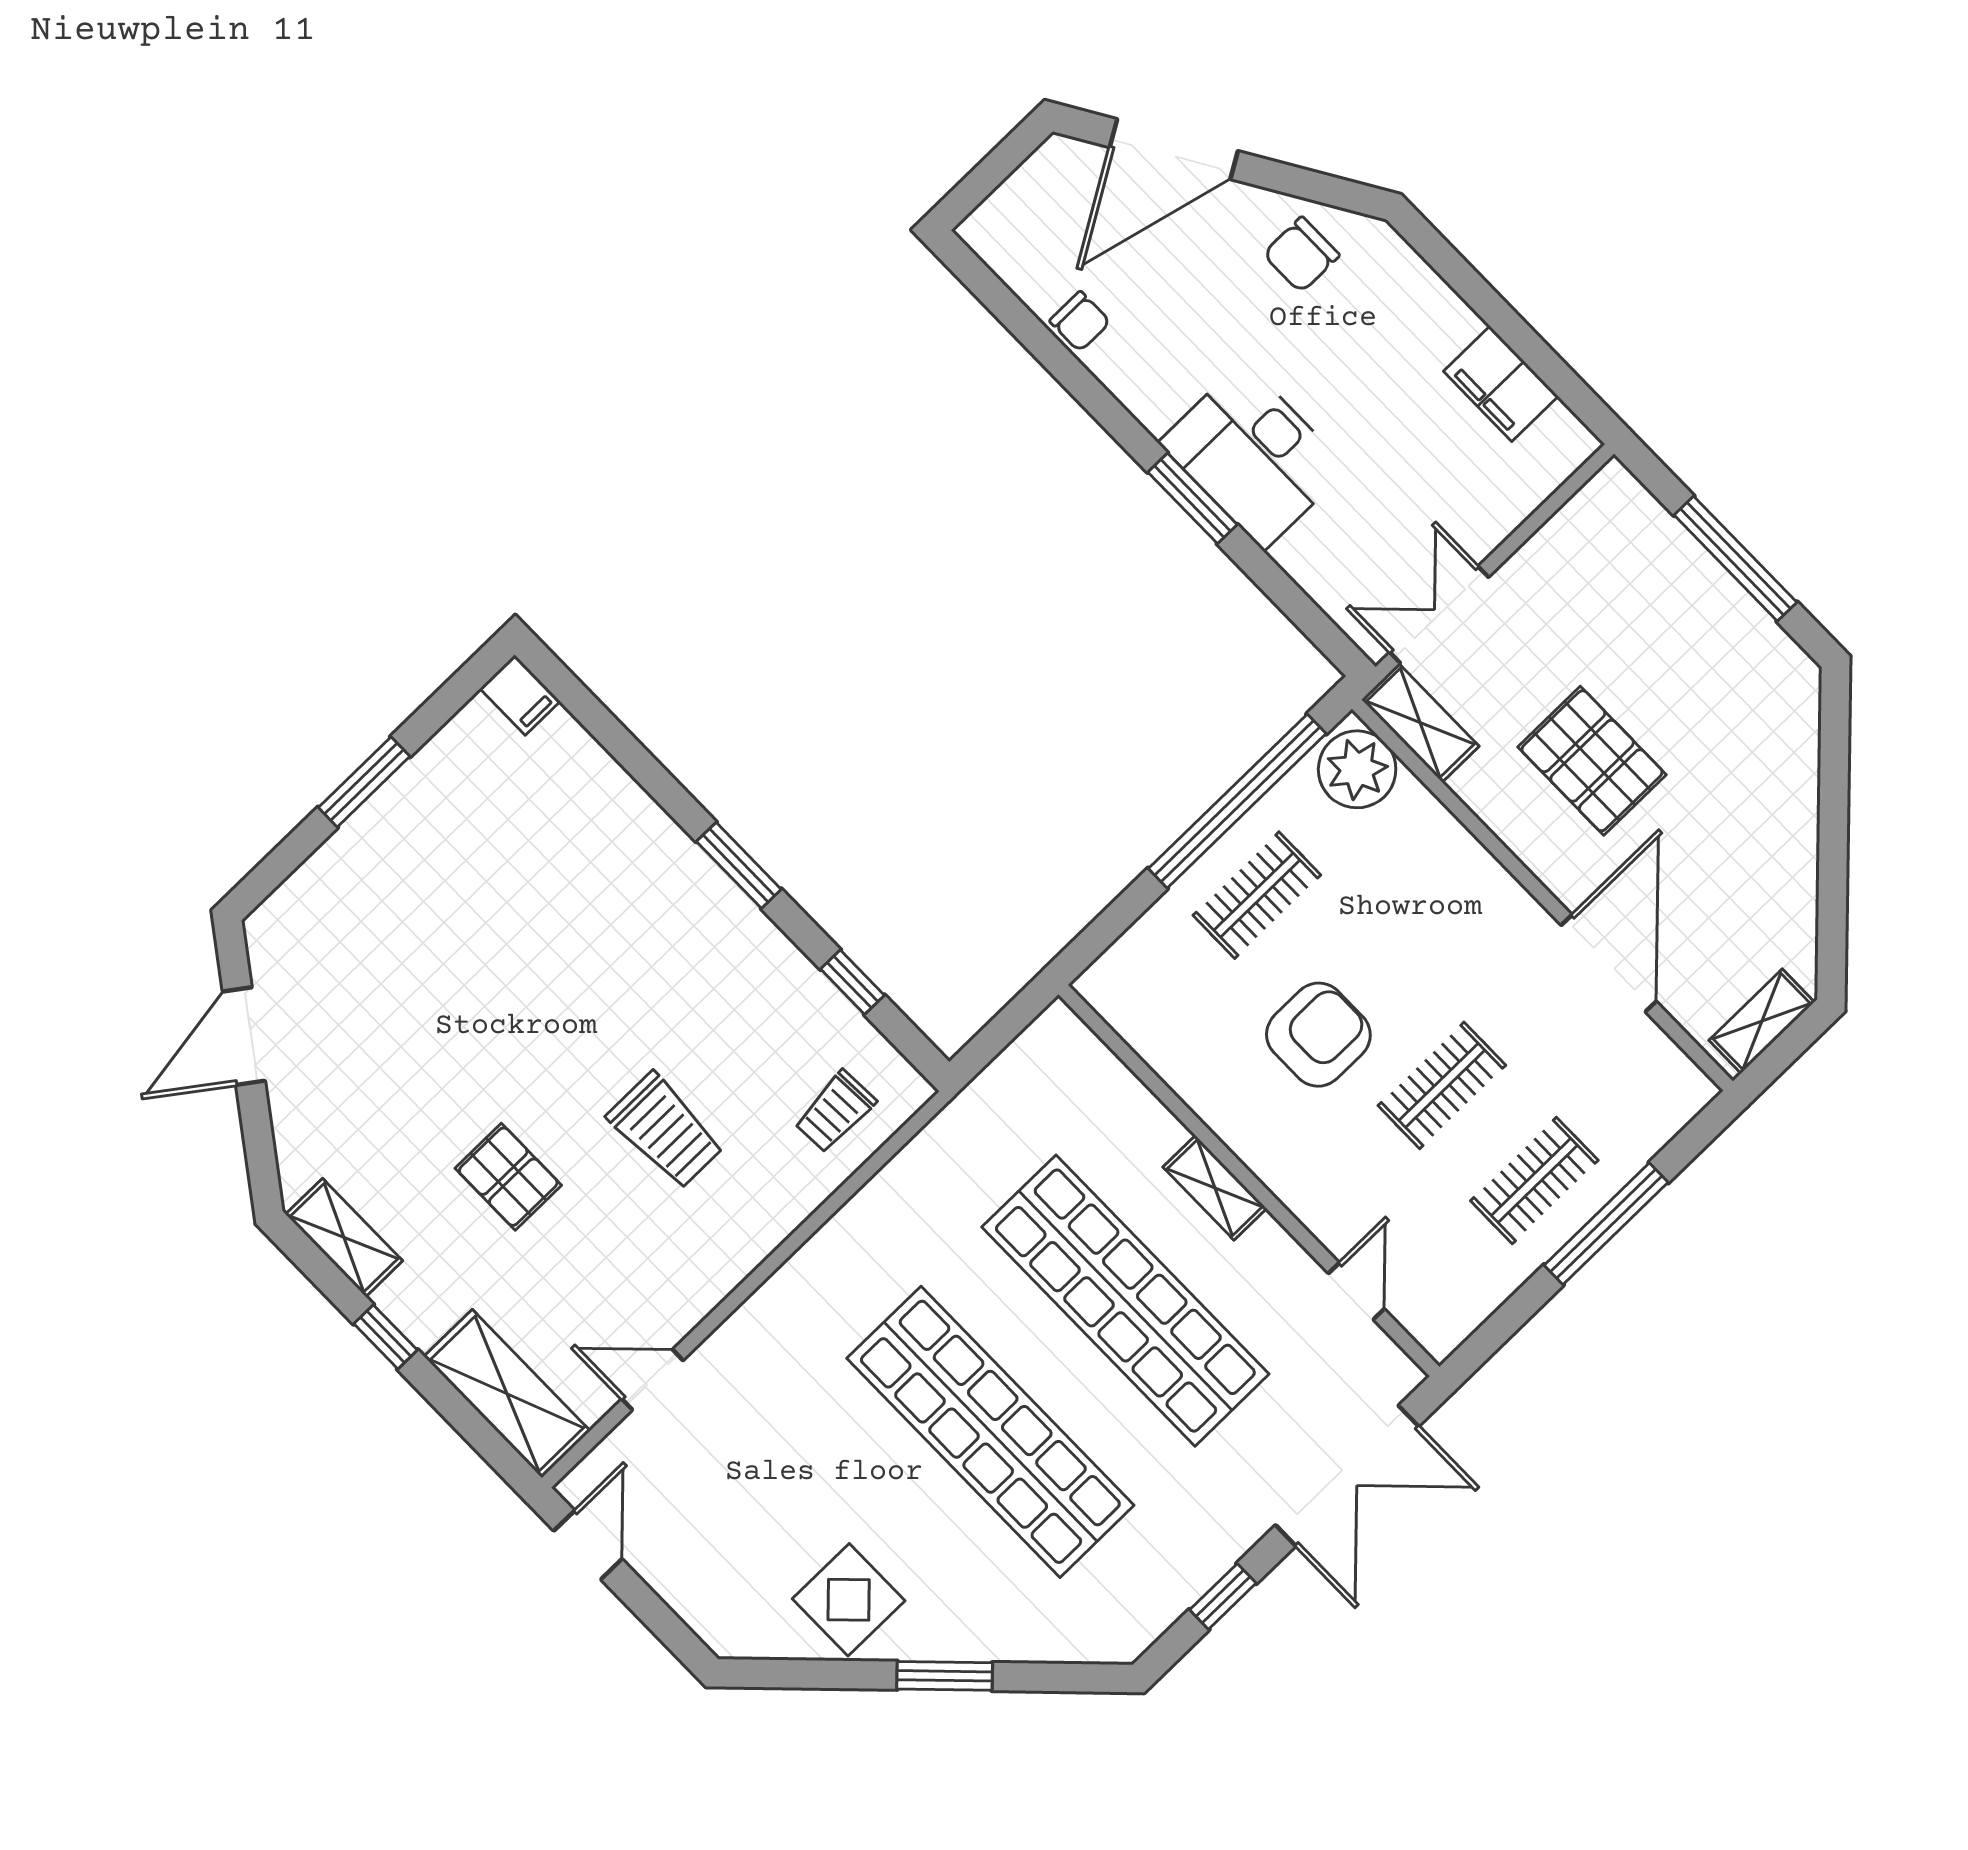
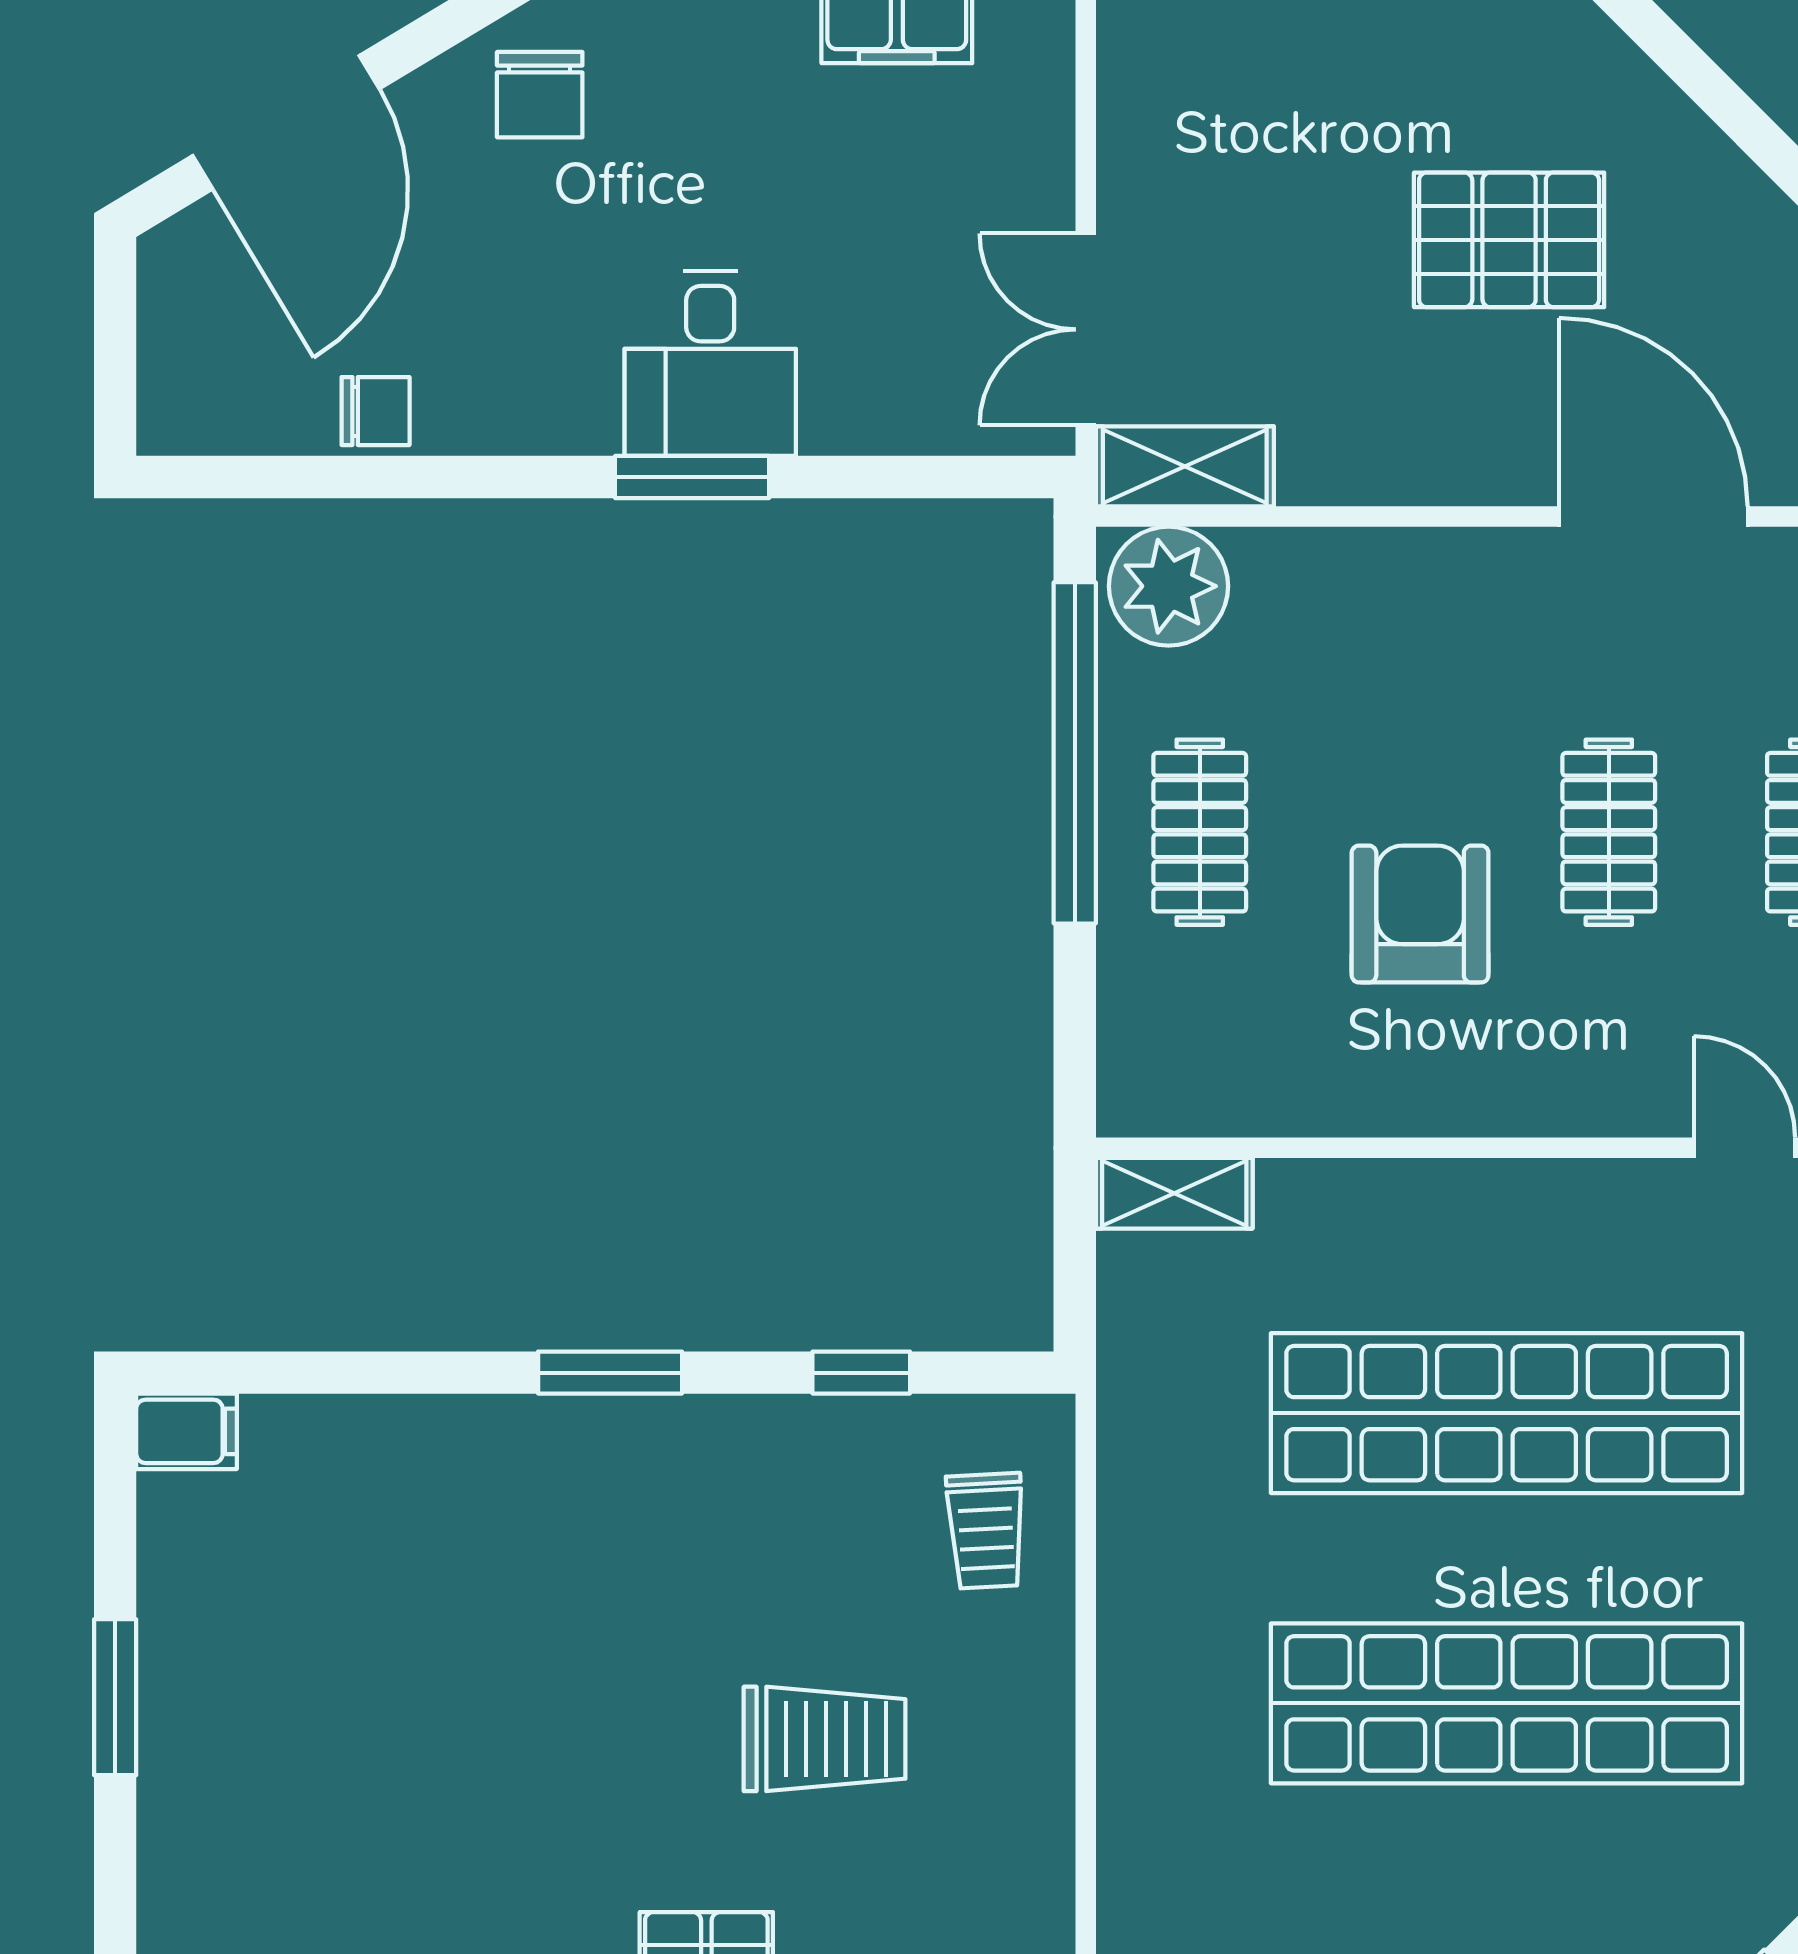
desk: (1253, 456) -> (710, 364), width x0.73
pallet: (1592, 761) -> (1509, 240), moved
shelving: (1215, 1188) -> (1174, 1193), moved

